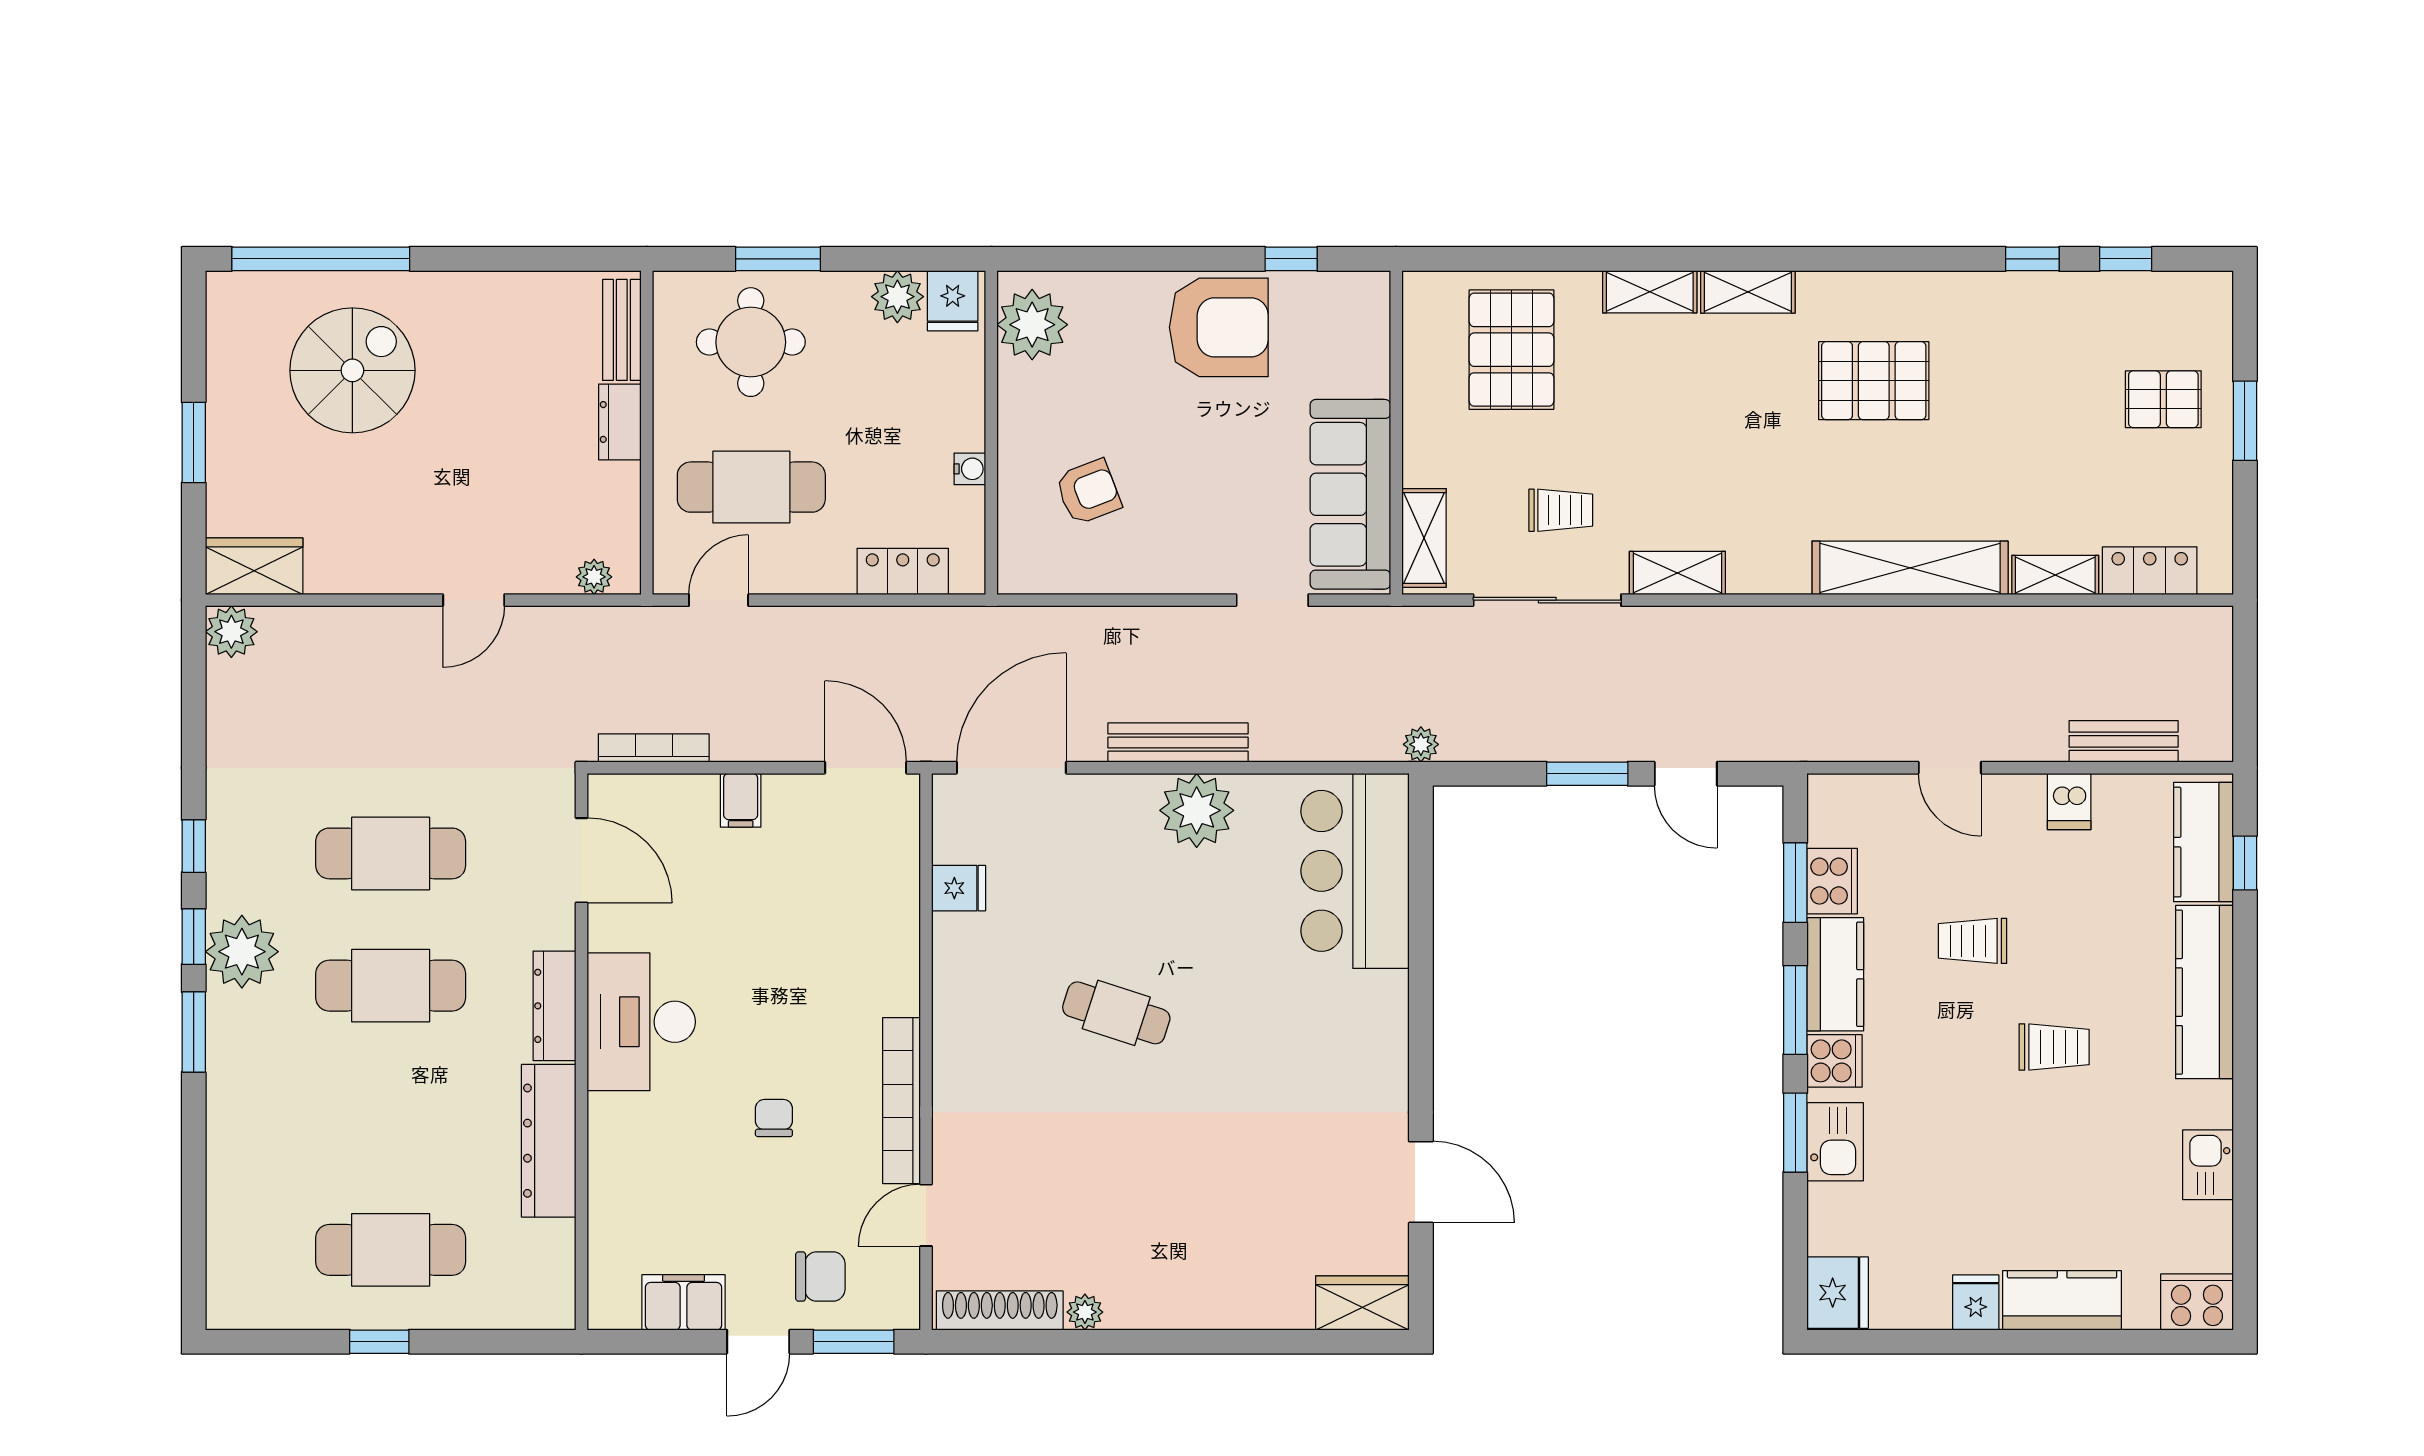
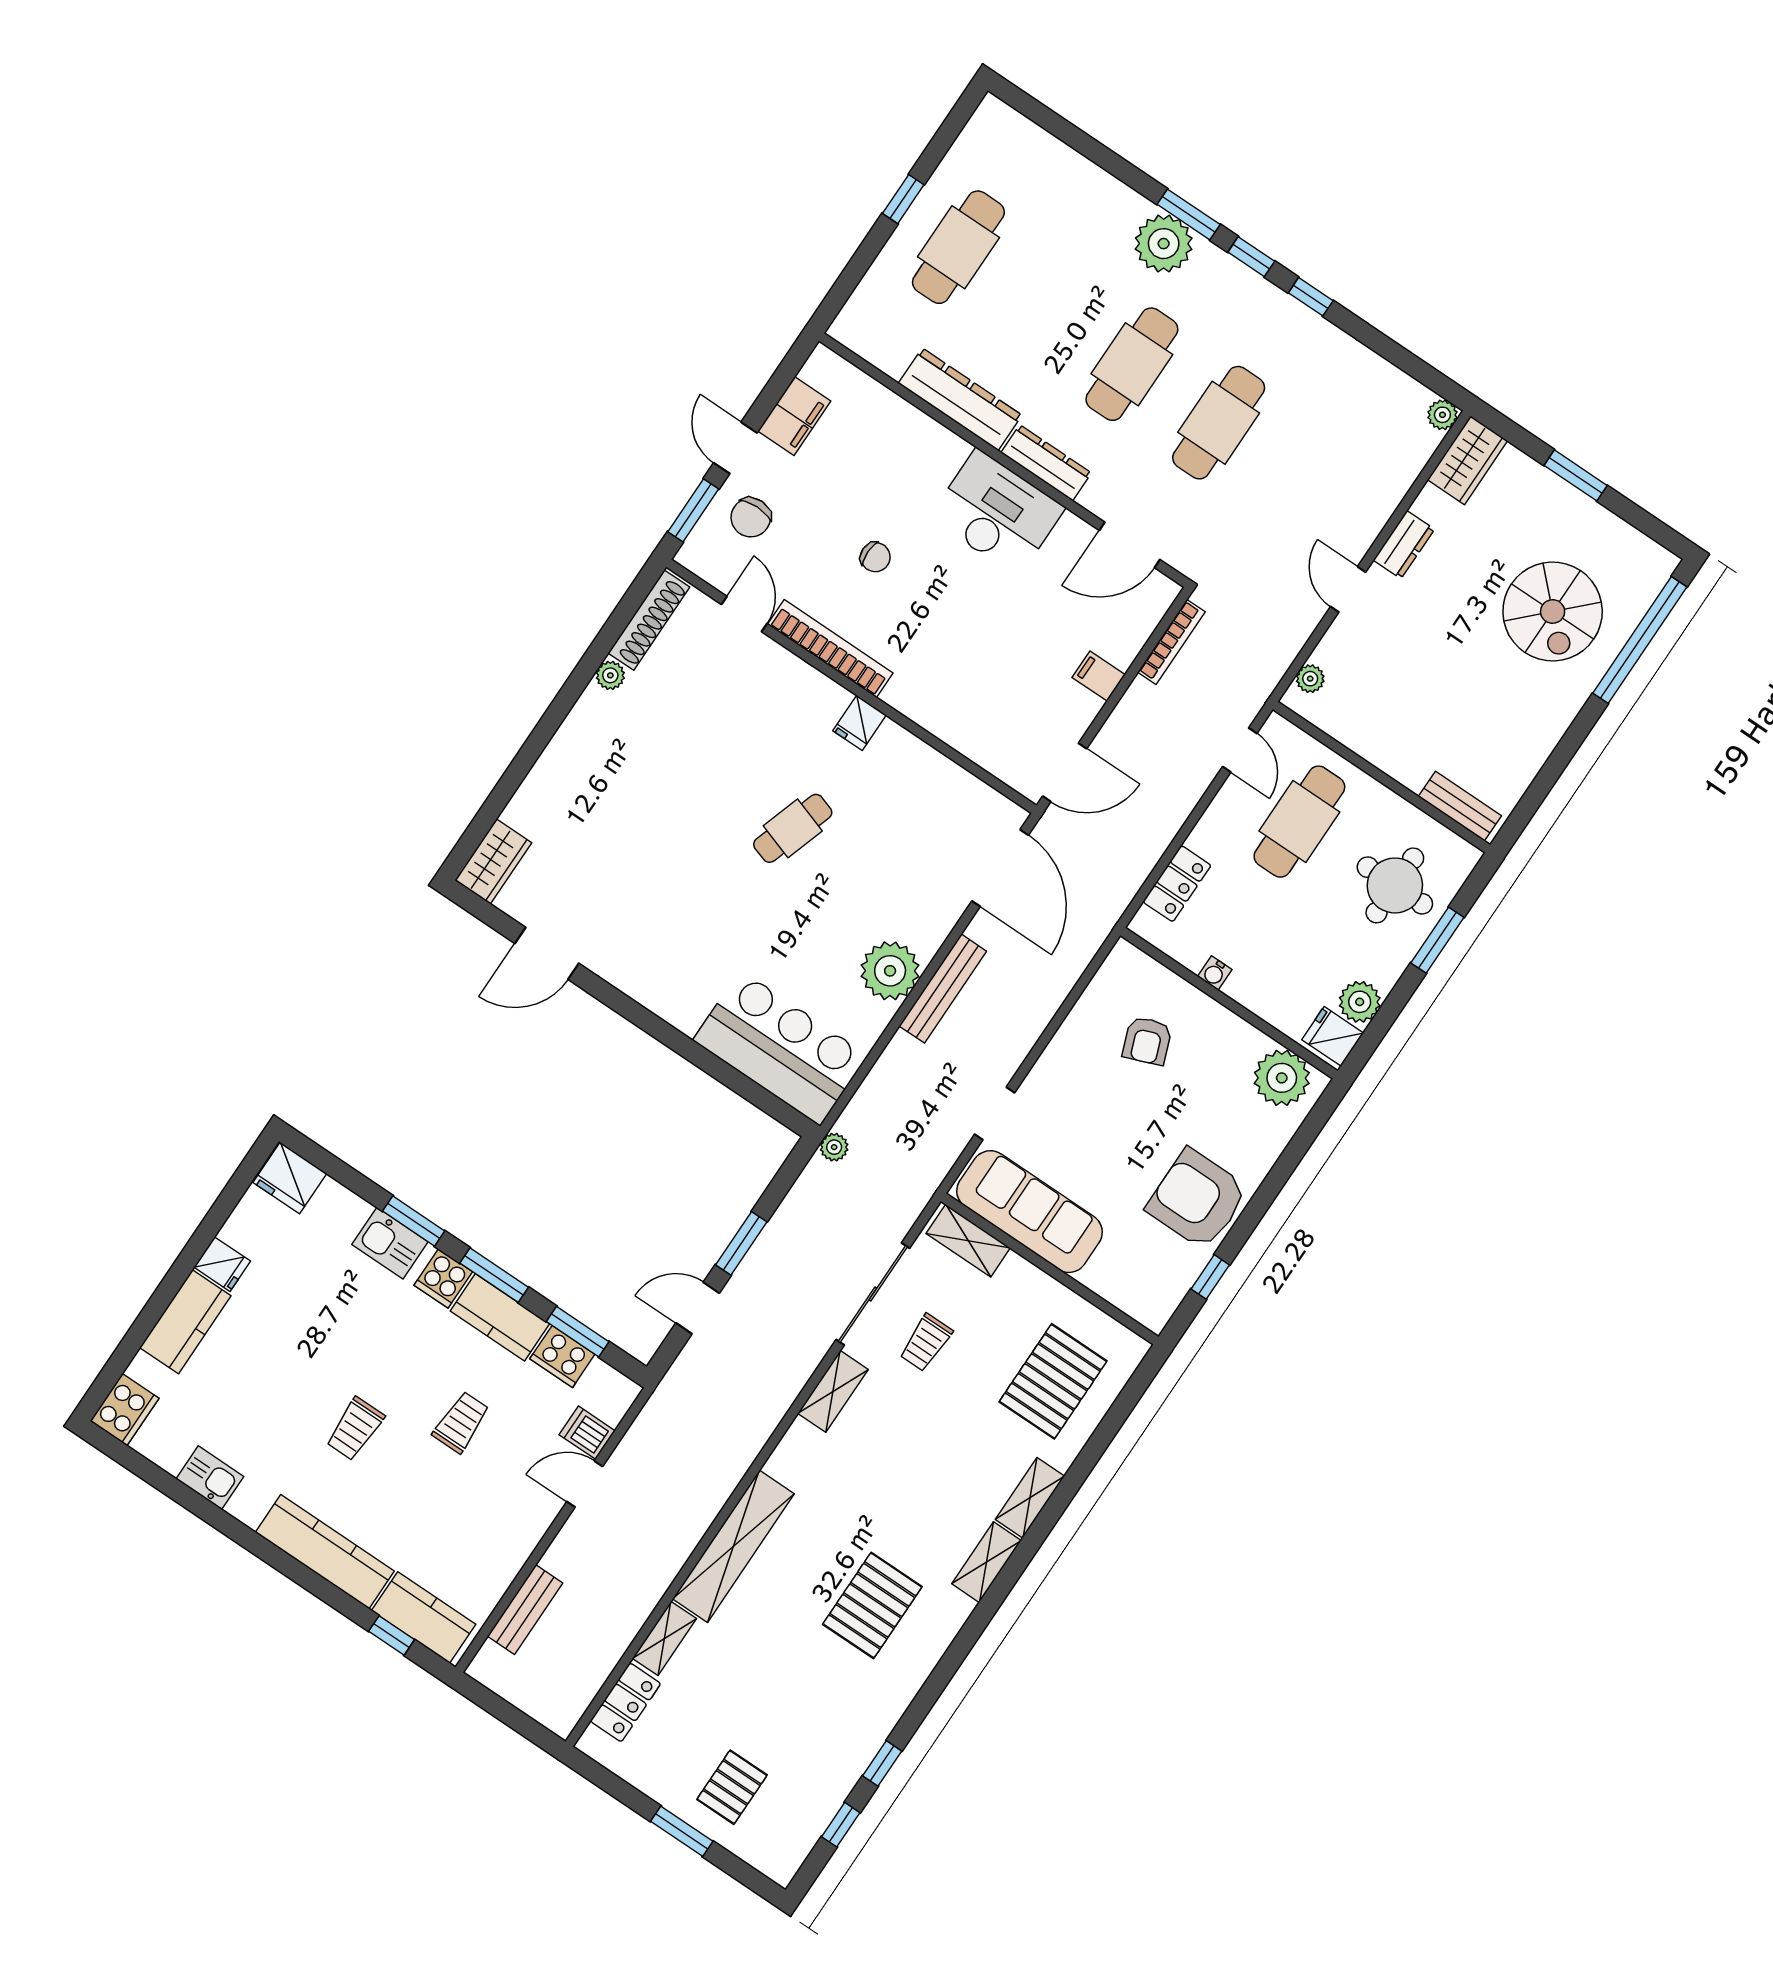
armchair: (1219, 327) -> (1197, 1199), turned 90
pallet: (1512, 350) -> (1053, 1381), turned 90
dresser: (620, 422) -> (1404, 545), moved, turned 90
plant: (231, 632) -> (1442, 415), width x0.73, depth x0.73
dishwasher: (2069, 801) -> (587, 1433), moved
fridge: (959, 888) -> (860, 723), moved
plant: (242, 952) -> (1164, 244), moved

